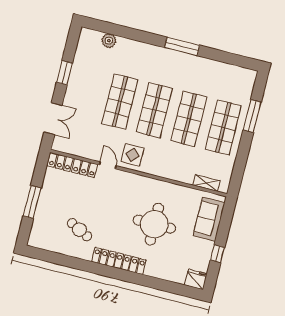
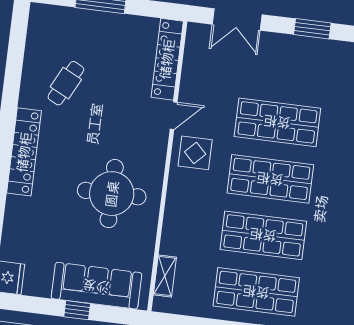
sofa: (209, 219) -> (96, 286), width x1.36
round table: (154, 224) -> (112, 194), moved
window: (218, 254) -> (77, 310), moved

